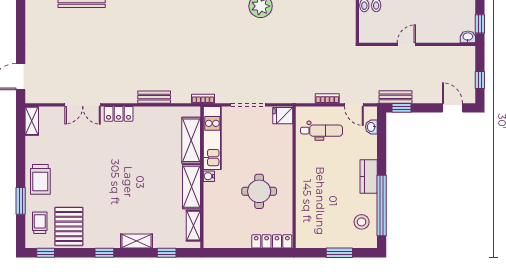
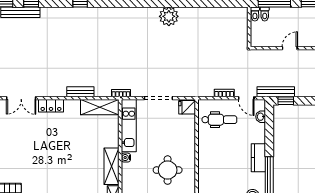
bench: (396, 97) -> (276, 92), width x1.36
shelving: (191, 140) -> (100, 107), moved, turned 90

